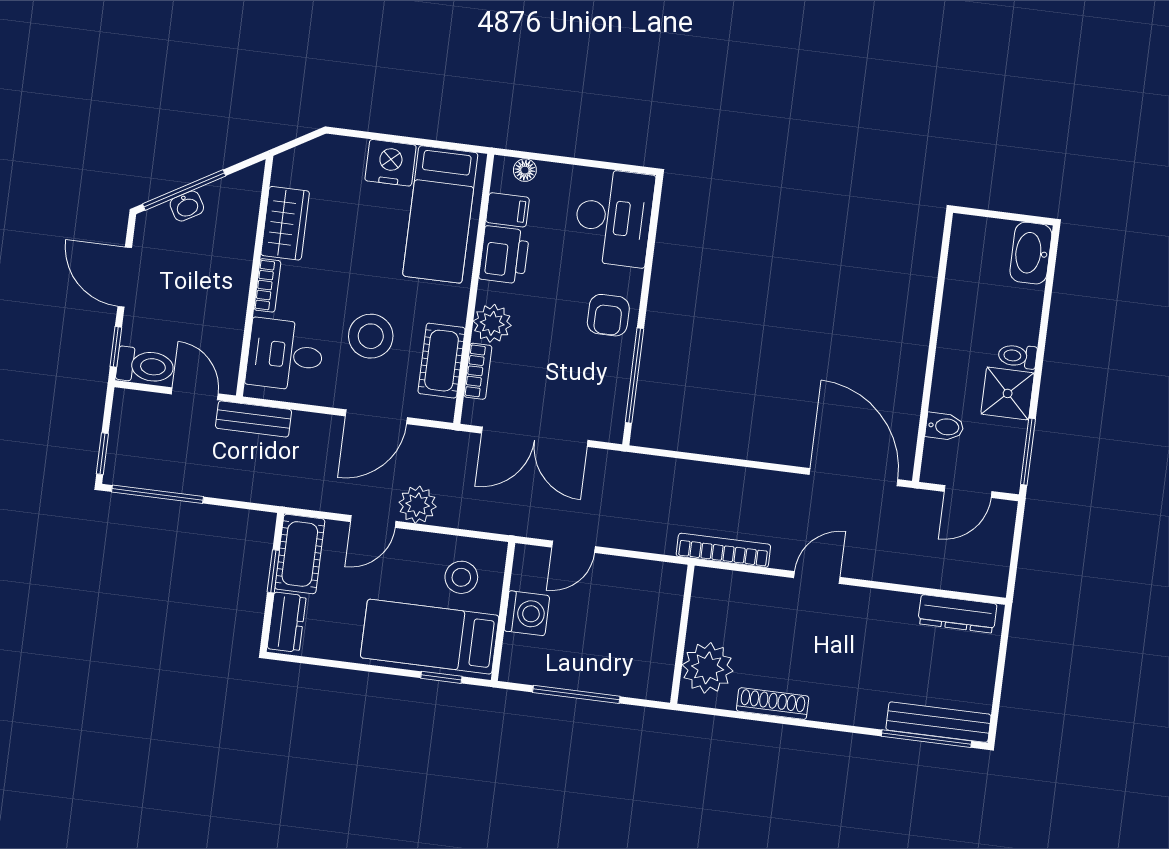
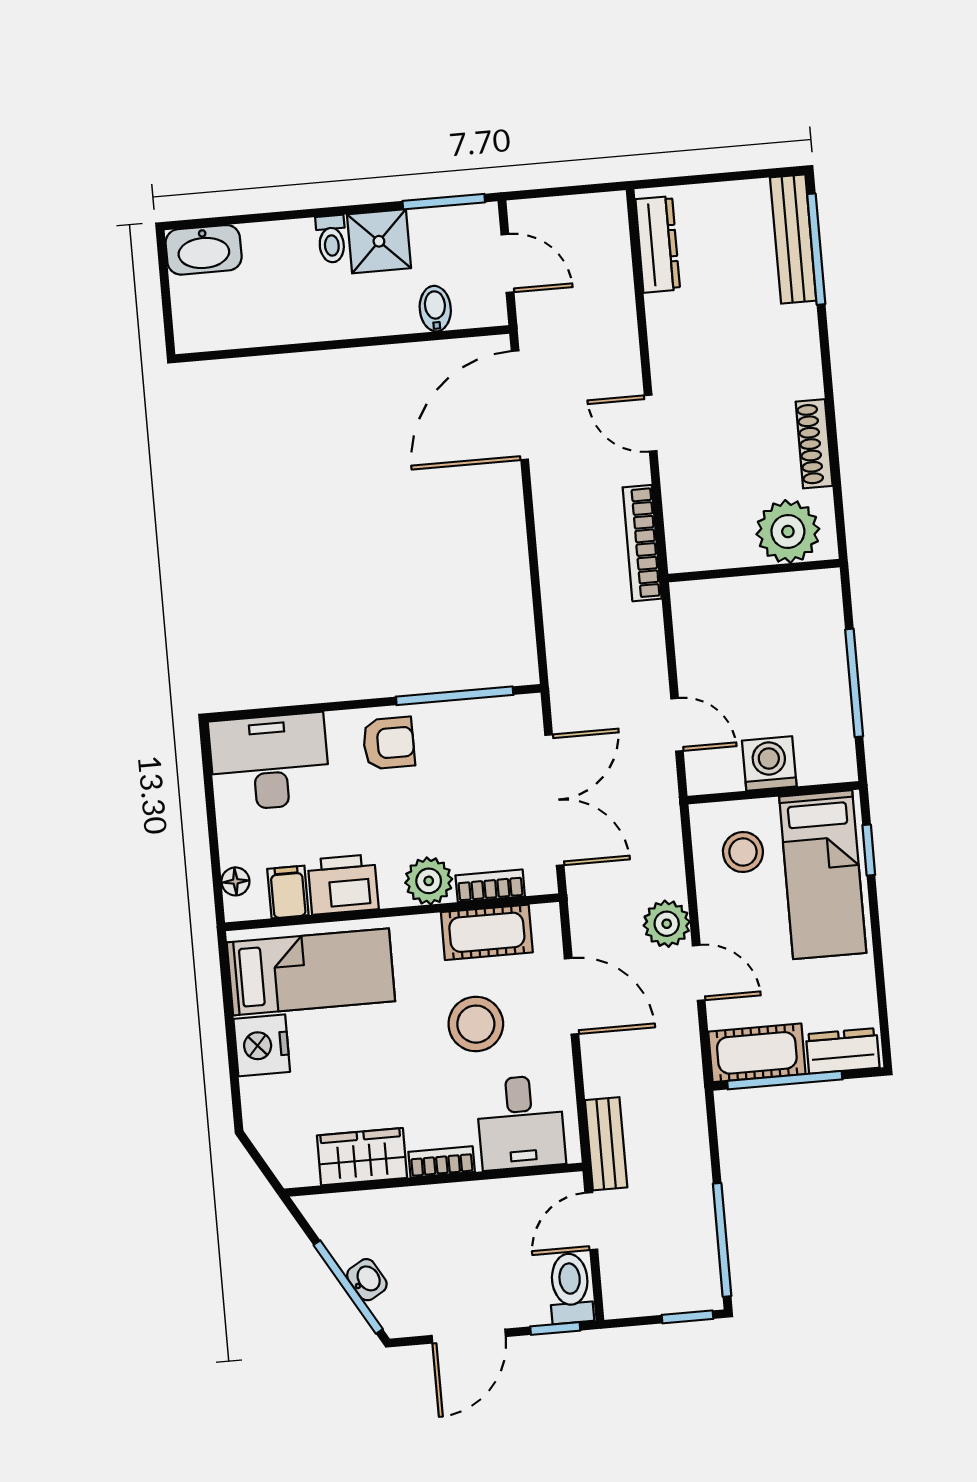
window: (273, 571) -> (785, 1080), width x2.17

